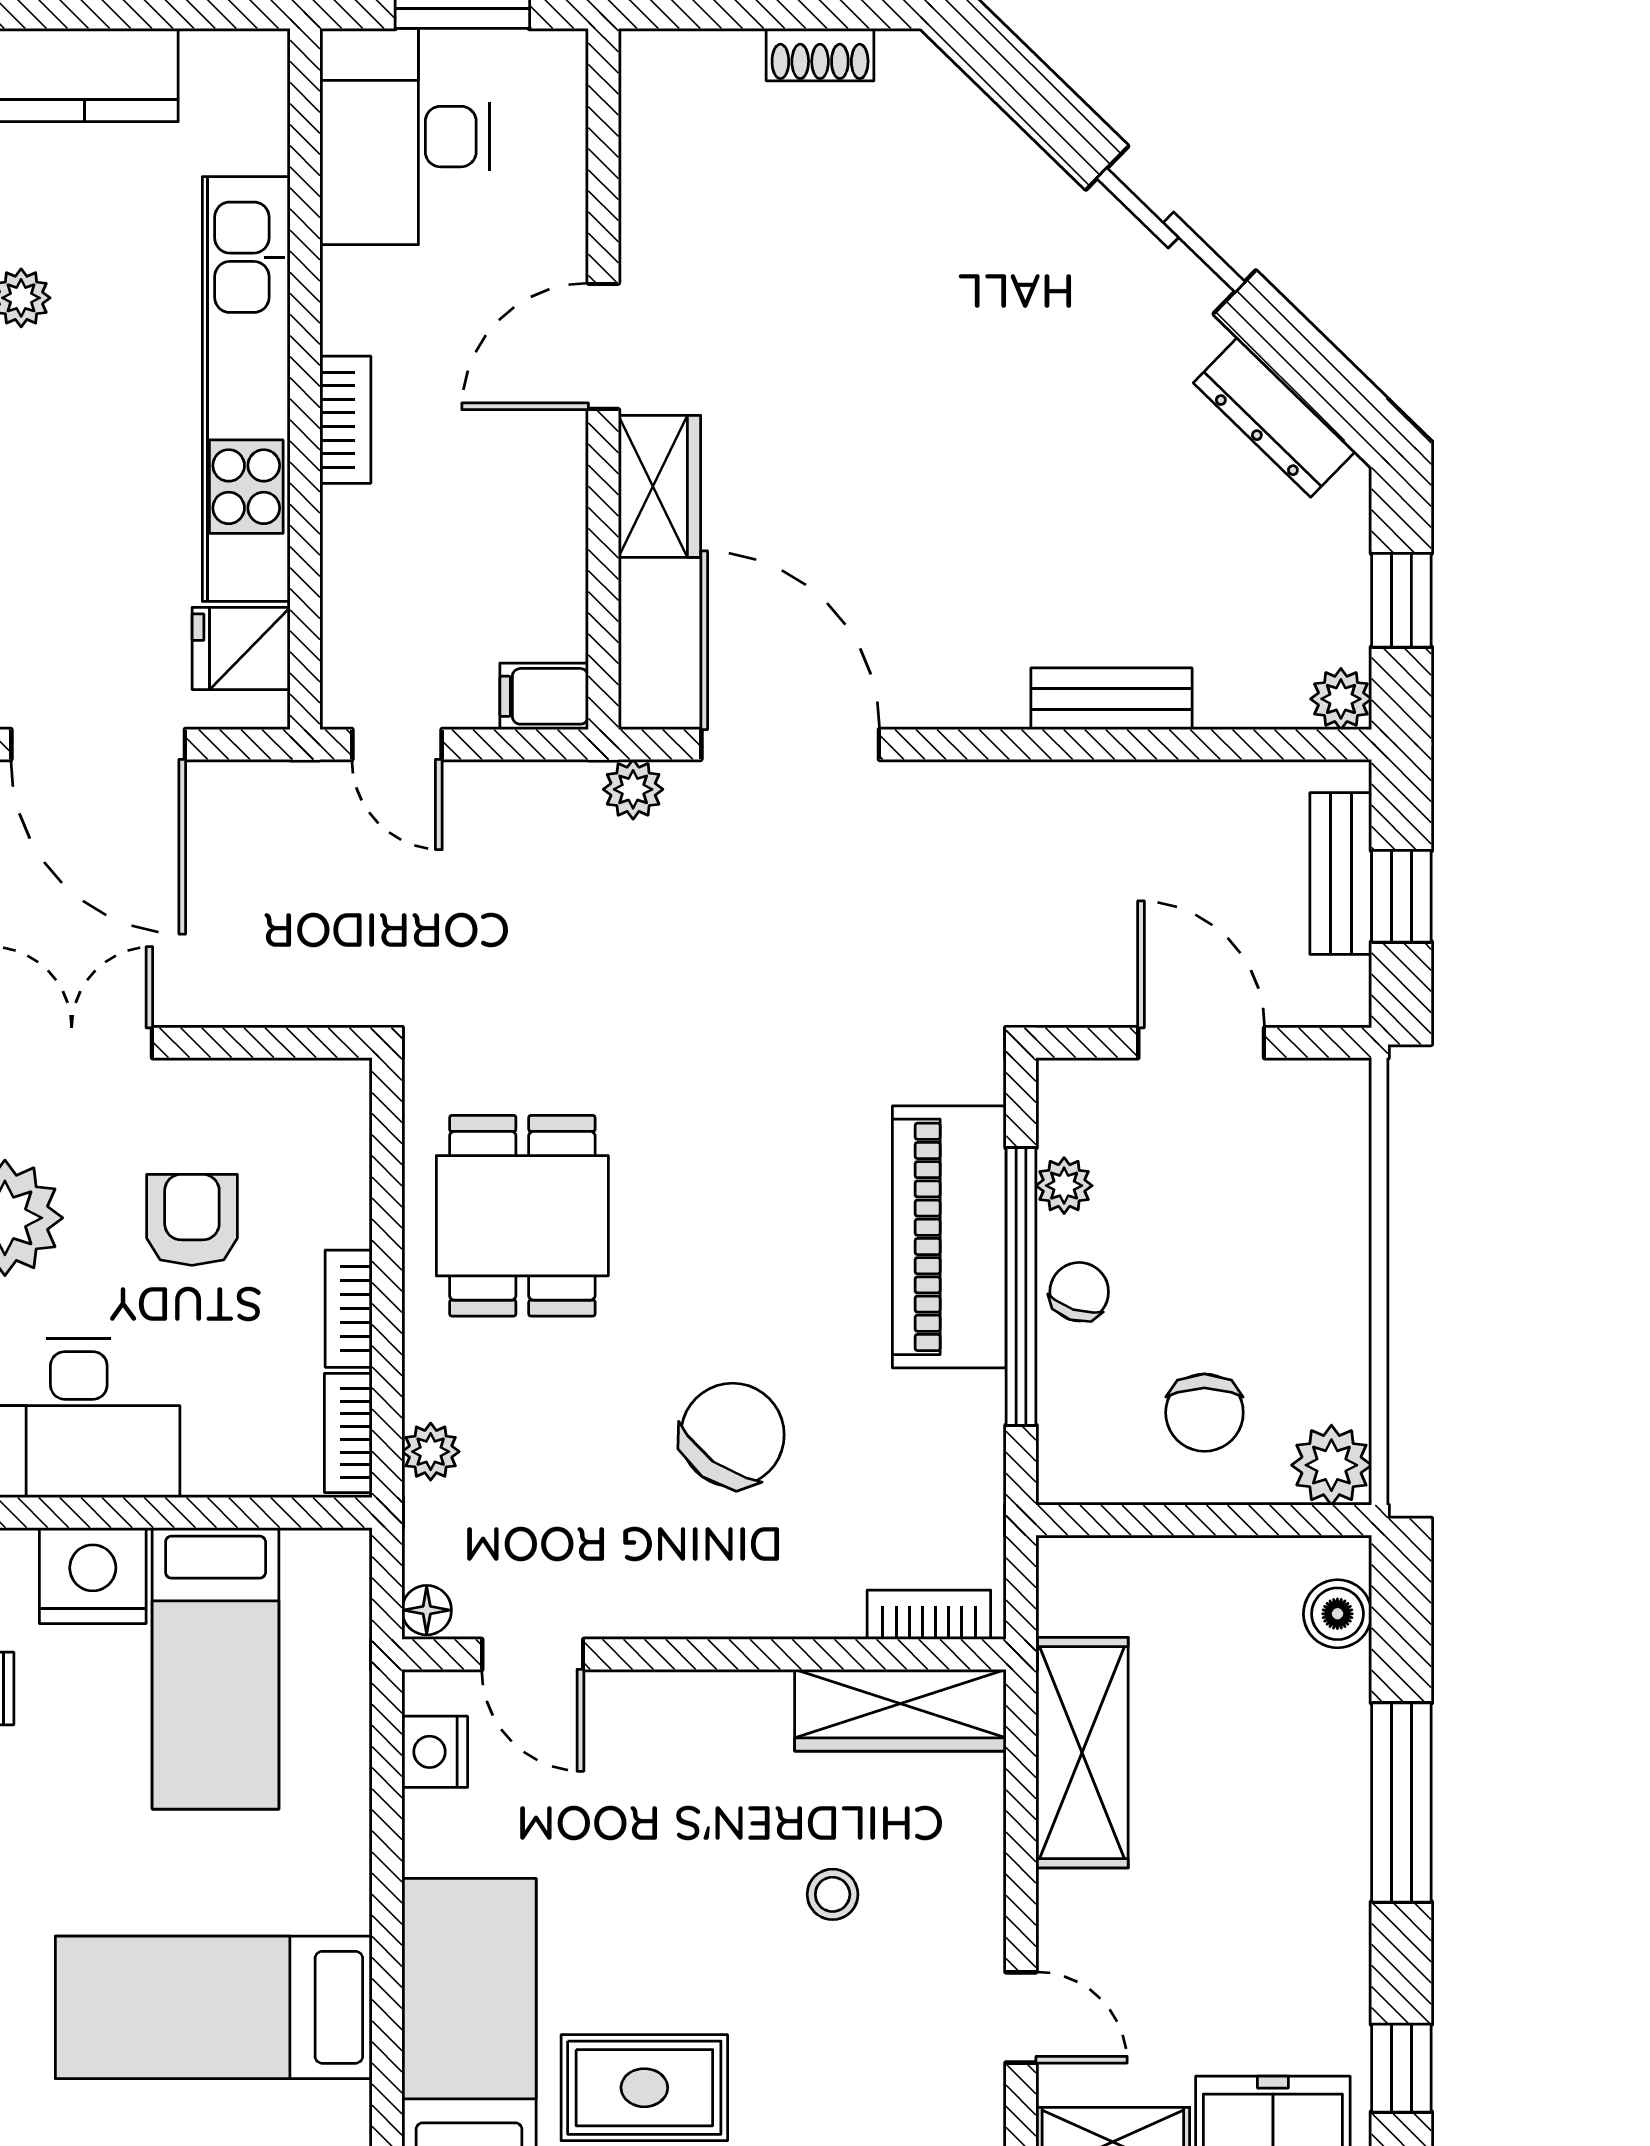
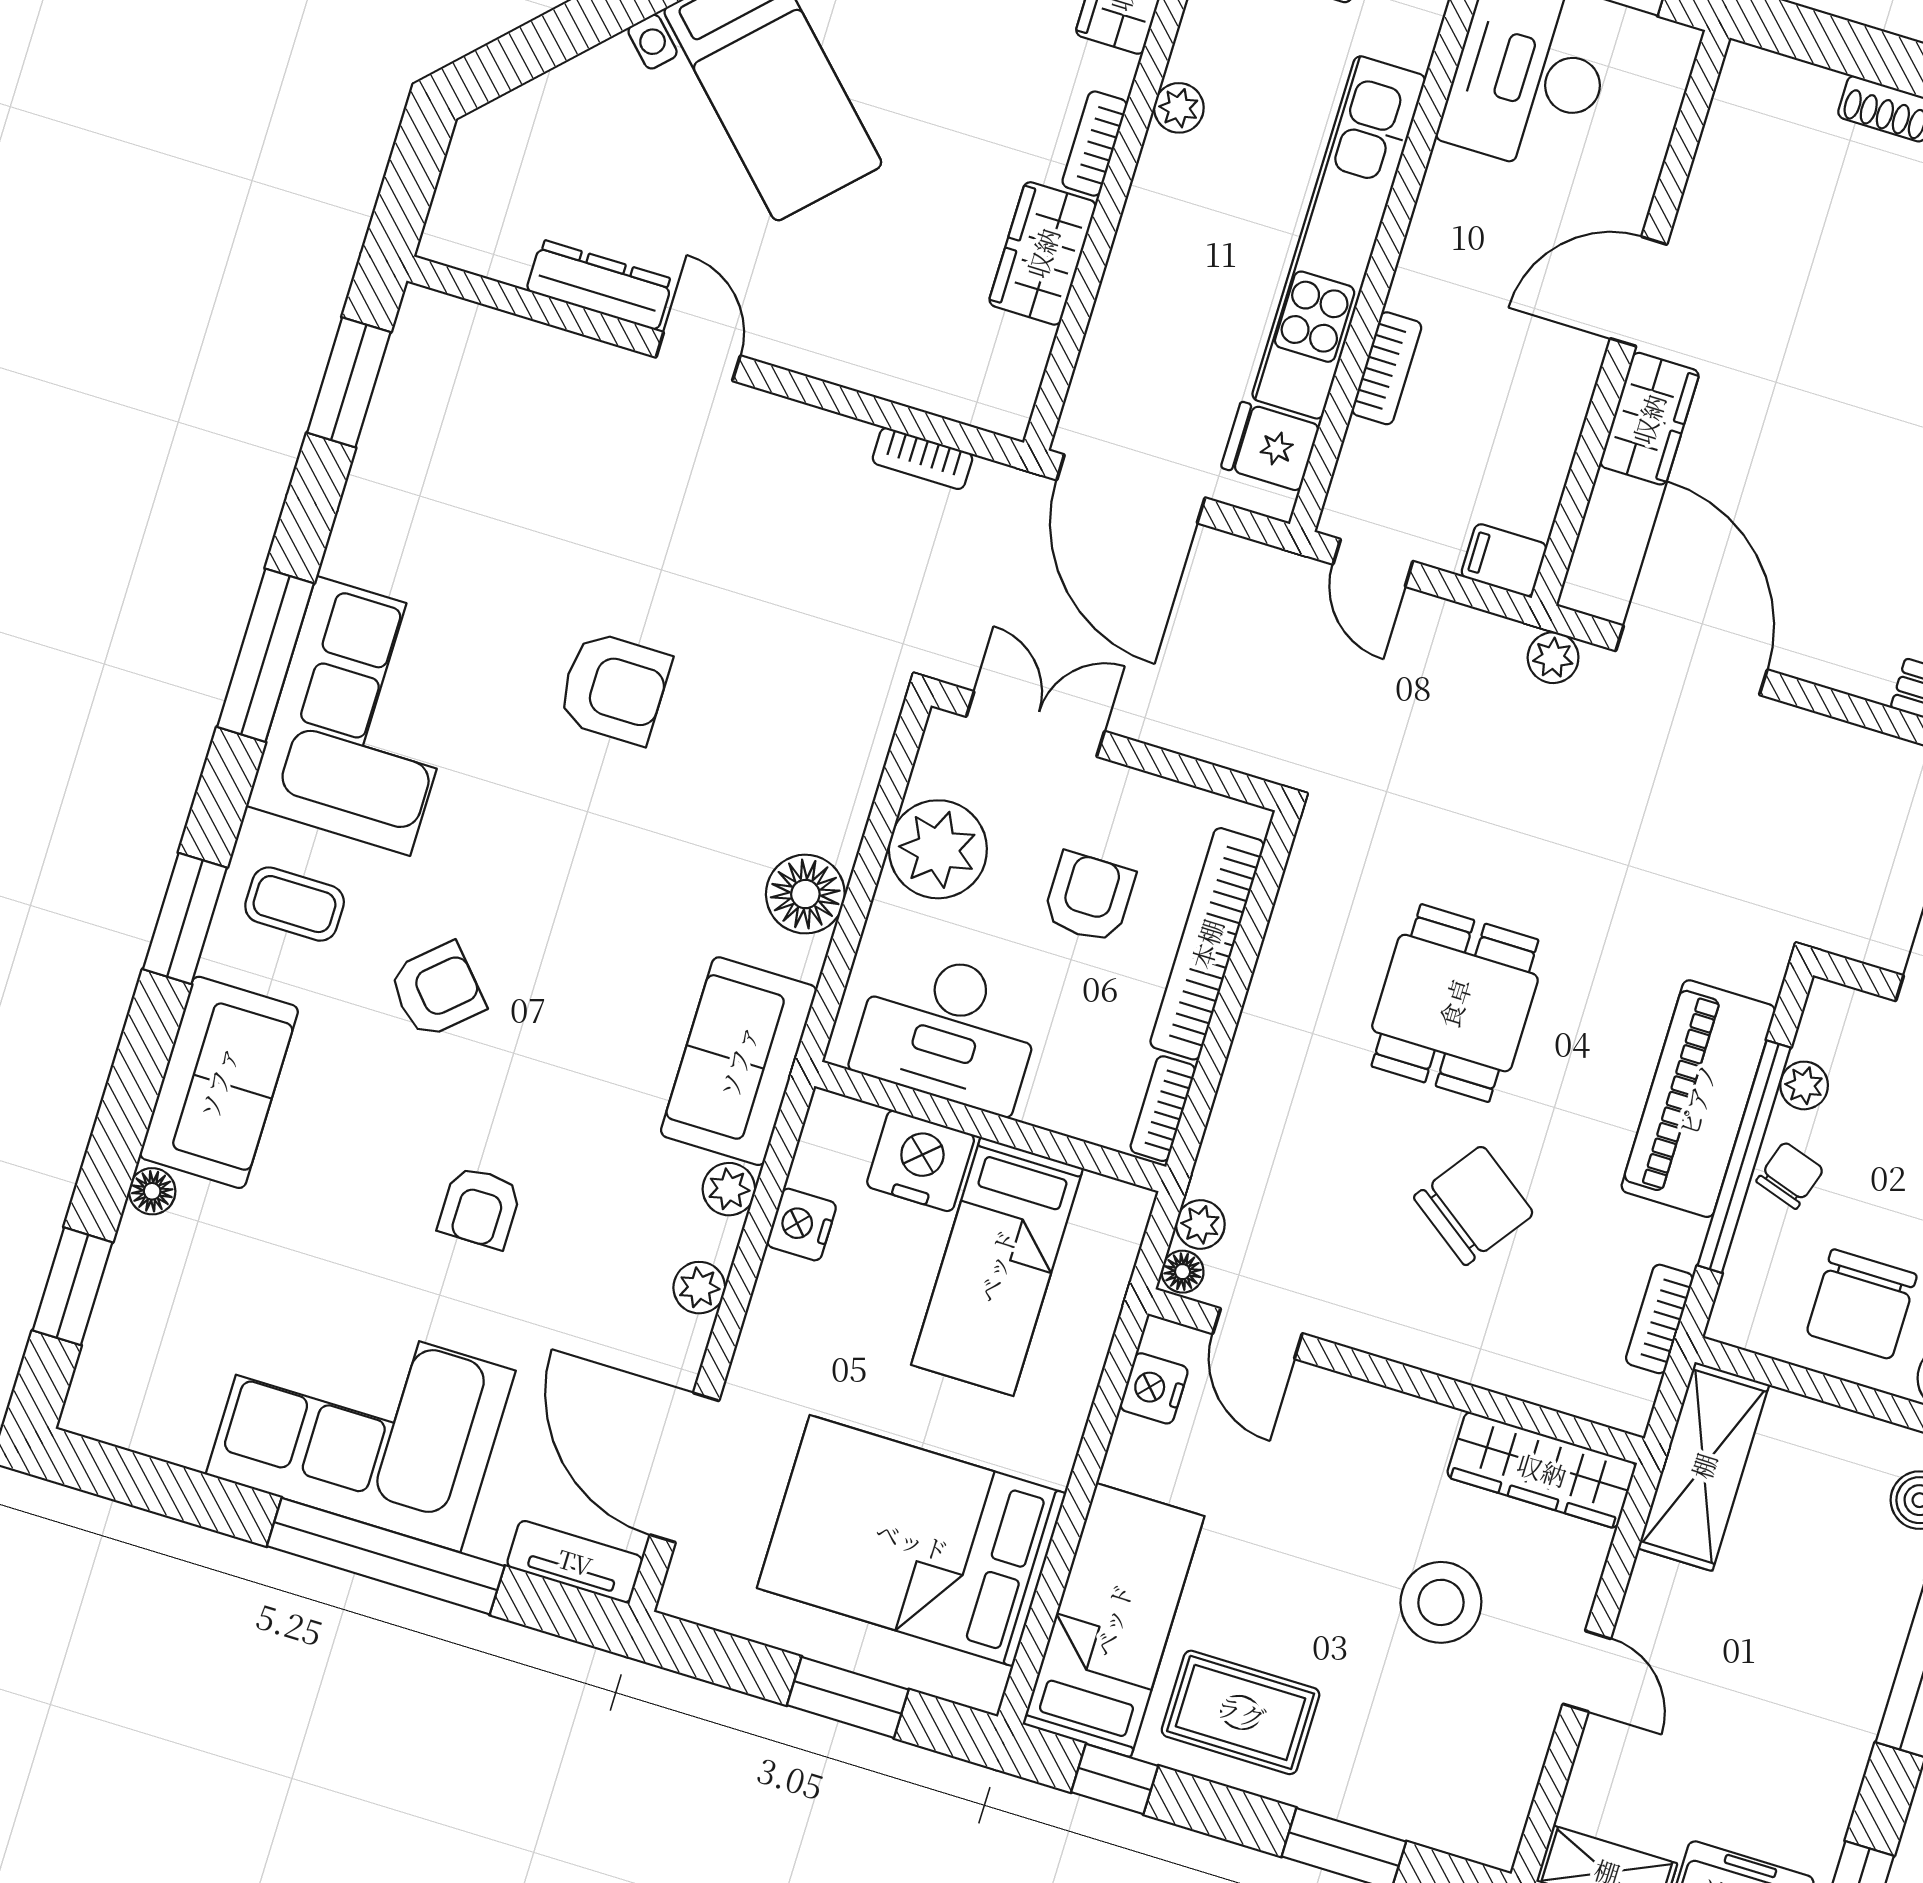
bookcase: (345, 420) -> (1387, 368), moved
dining table: (522, 1216) -> (1455, 1003), moved
bookcase: (349, 1309) -> (1207, 944), width x2.31, depth x1.31
chair: (1204, 1413) -> (1862, 1304), width x1.37, depth x1.37
plant: (431, 1452) -> (1200, 1224), moved
bookcase: (929, 1615) -> (1659, 1319), moved, turned -90
shelving: (1082, 1753) -> (1704, 1466), moved
stool: (833, 1894) -> (1441, 1602), width x1.89, depth x1.89
bed: (214, 2007) -> (912, 1541), width x1.50
door: (1021, 2017) -> (1587, 1671), moved

